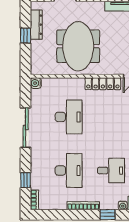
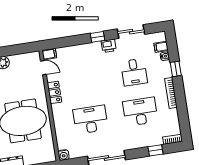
locker: (103, 84) -> (54, 92), width x0.66
desk: (111, 170) -> (134, 72), turned 180

